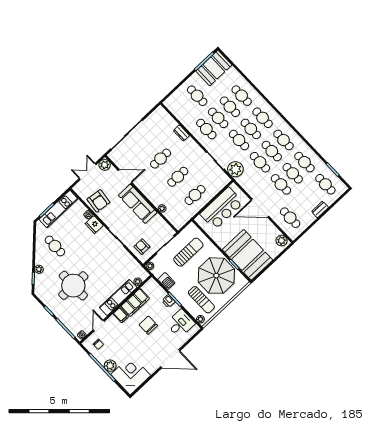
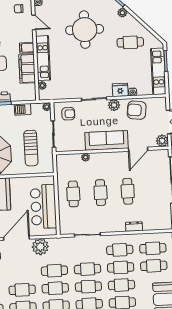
plant: (235, 169) -> (40, 247), moved
cafe table: (281, 184) -> (153, 248), moved
plant: (109, 220) -> (114, 105), added

